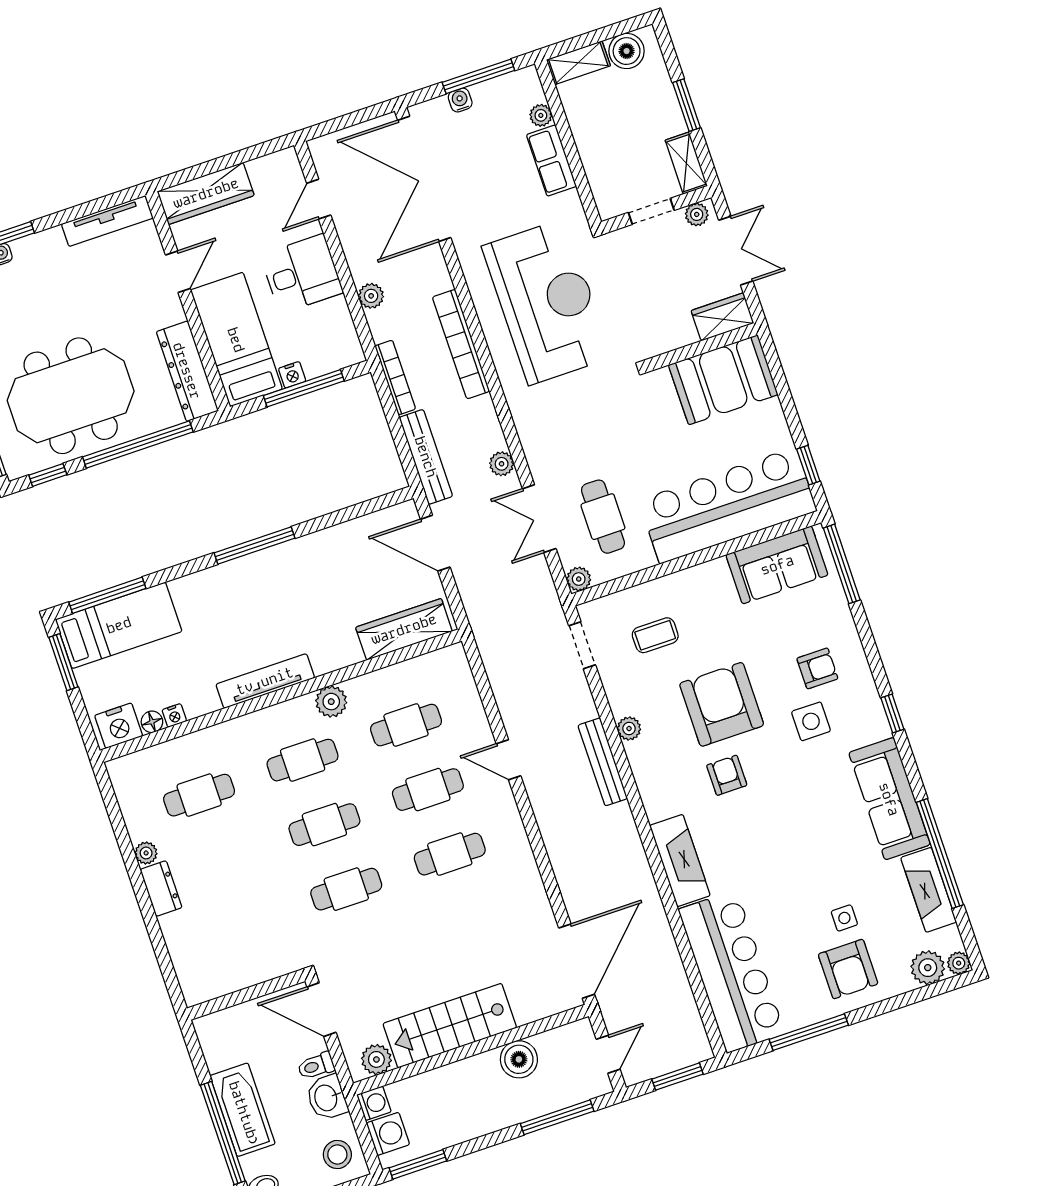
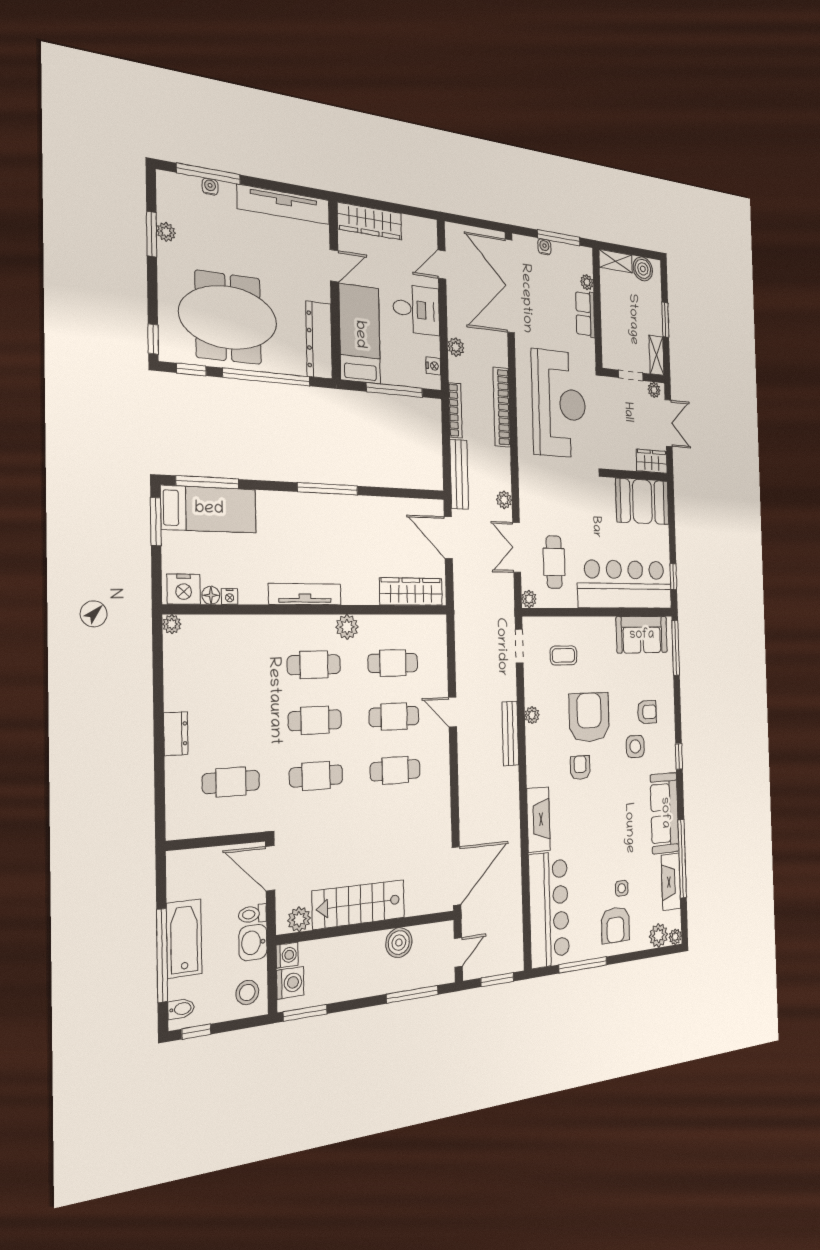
tv unit: (107, 221) -> (284, 204), width x1.36, depth x1.29
nightstand: (292, 375) -> (433, 366), moved, turned -90
cafe table: (199, 795) -> (231, 782), moved
plant: (146, 853) -> (172, 624), moved

